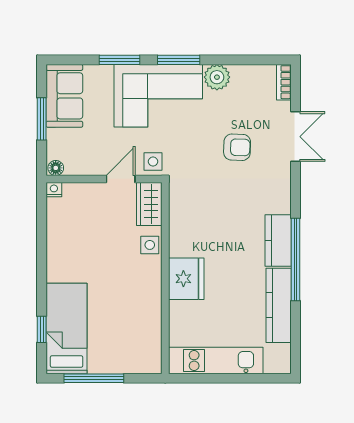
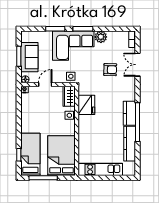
sofa: (64, 96) -> (29, 57), moved
double door: (295, 137) -> (138, 65), swing flipped
door: (121, 179) -> (45, 84), moved
fridge: (186, 279) -> (86, 105), moved
bed: (133, 331) -> (62, 156), added

